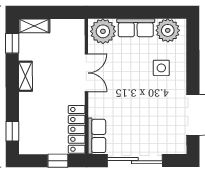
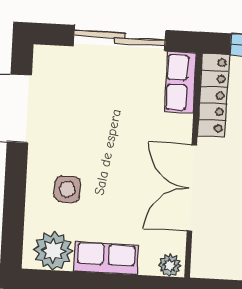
plant: (103, 31) -> (170, 265), width x0.53, depth x0.53
double door: (86, 73) -> (192, 188), width x1.37

